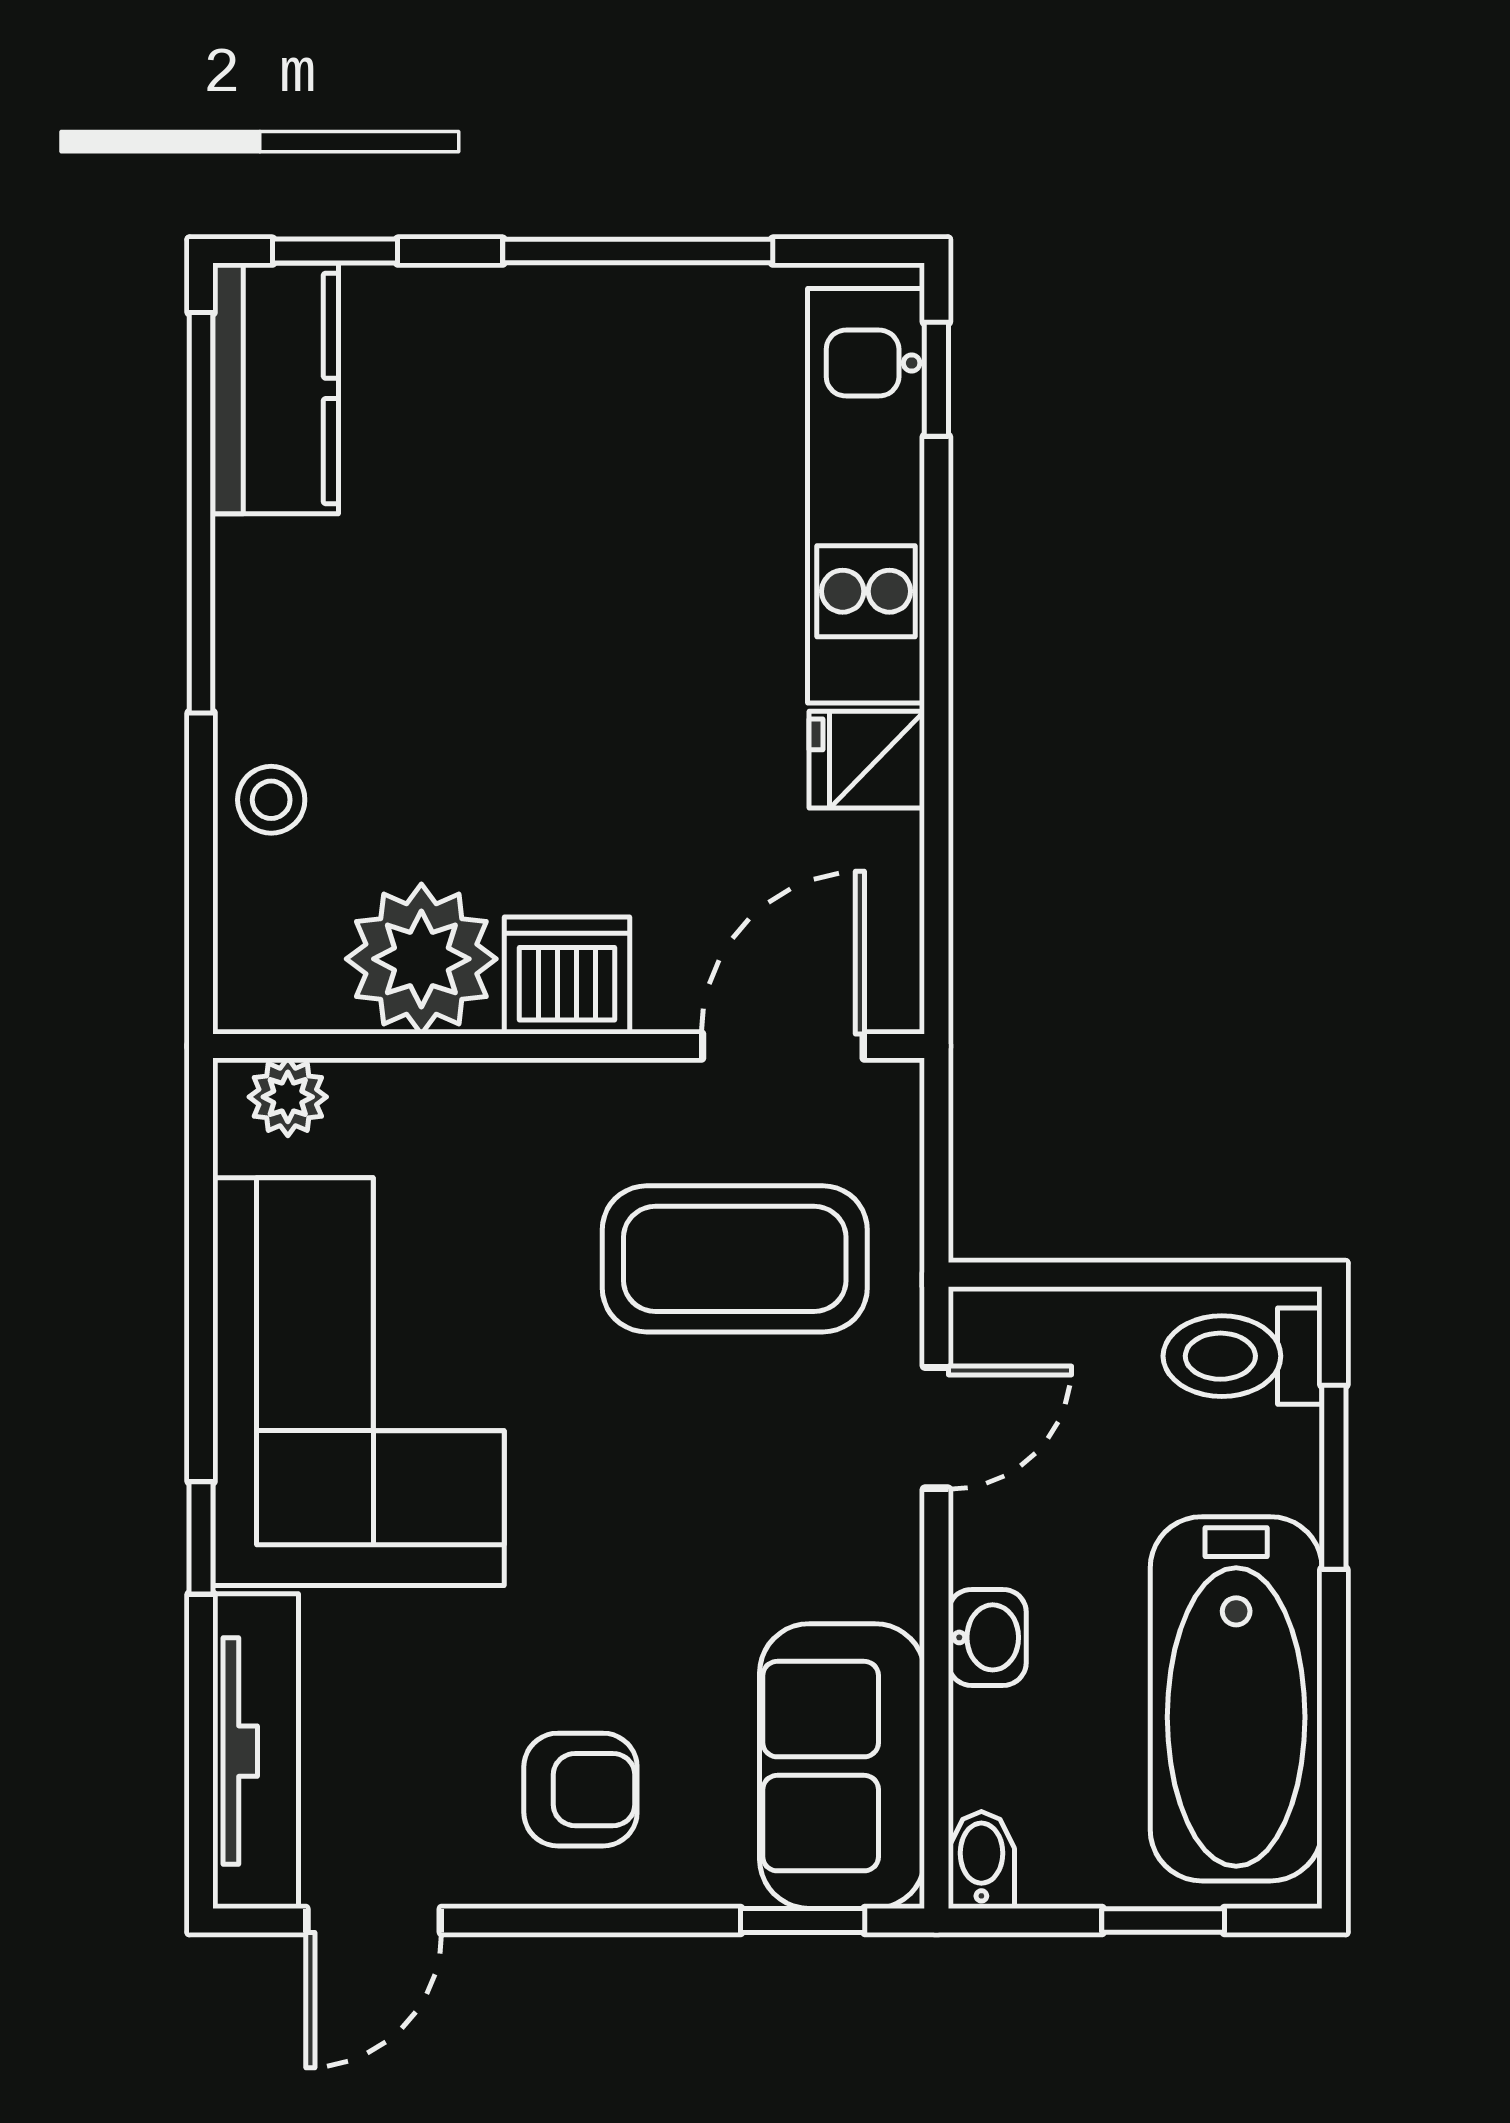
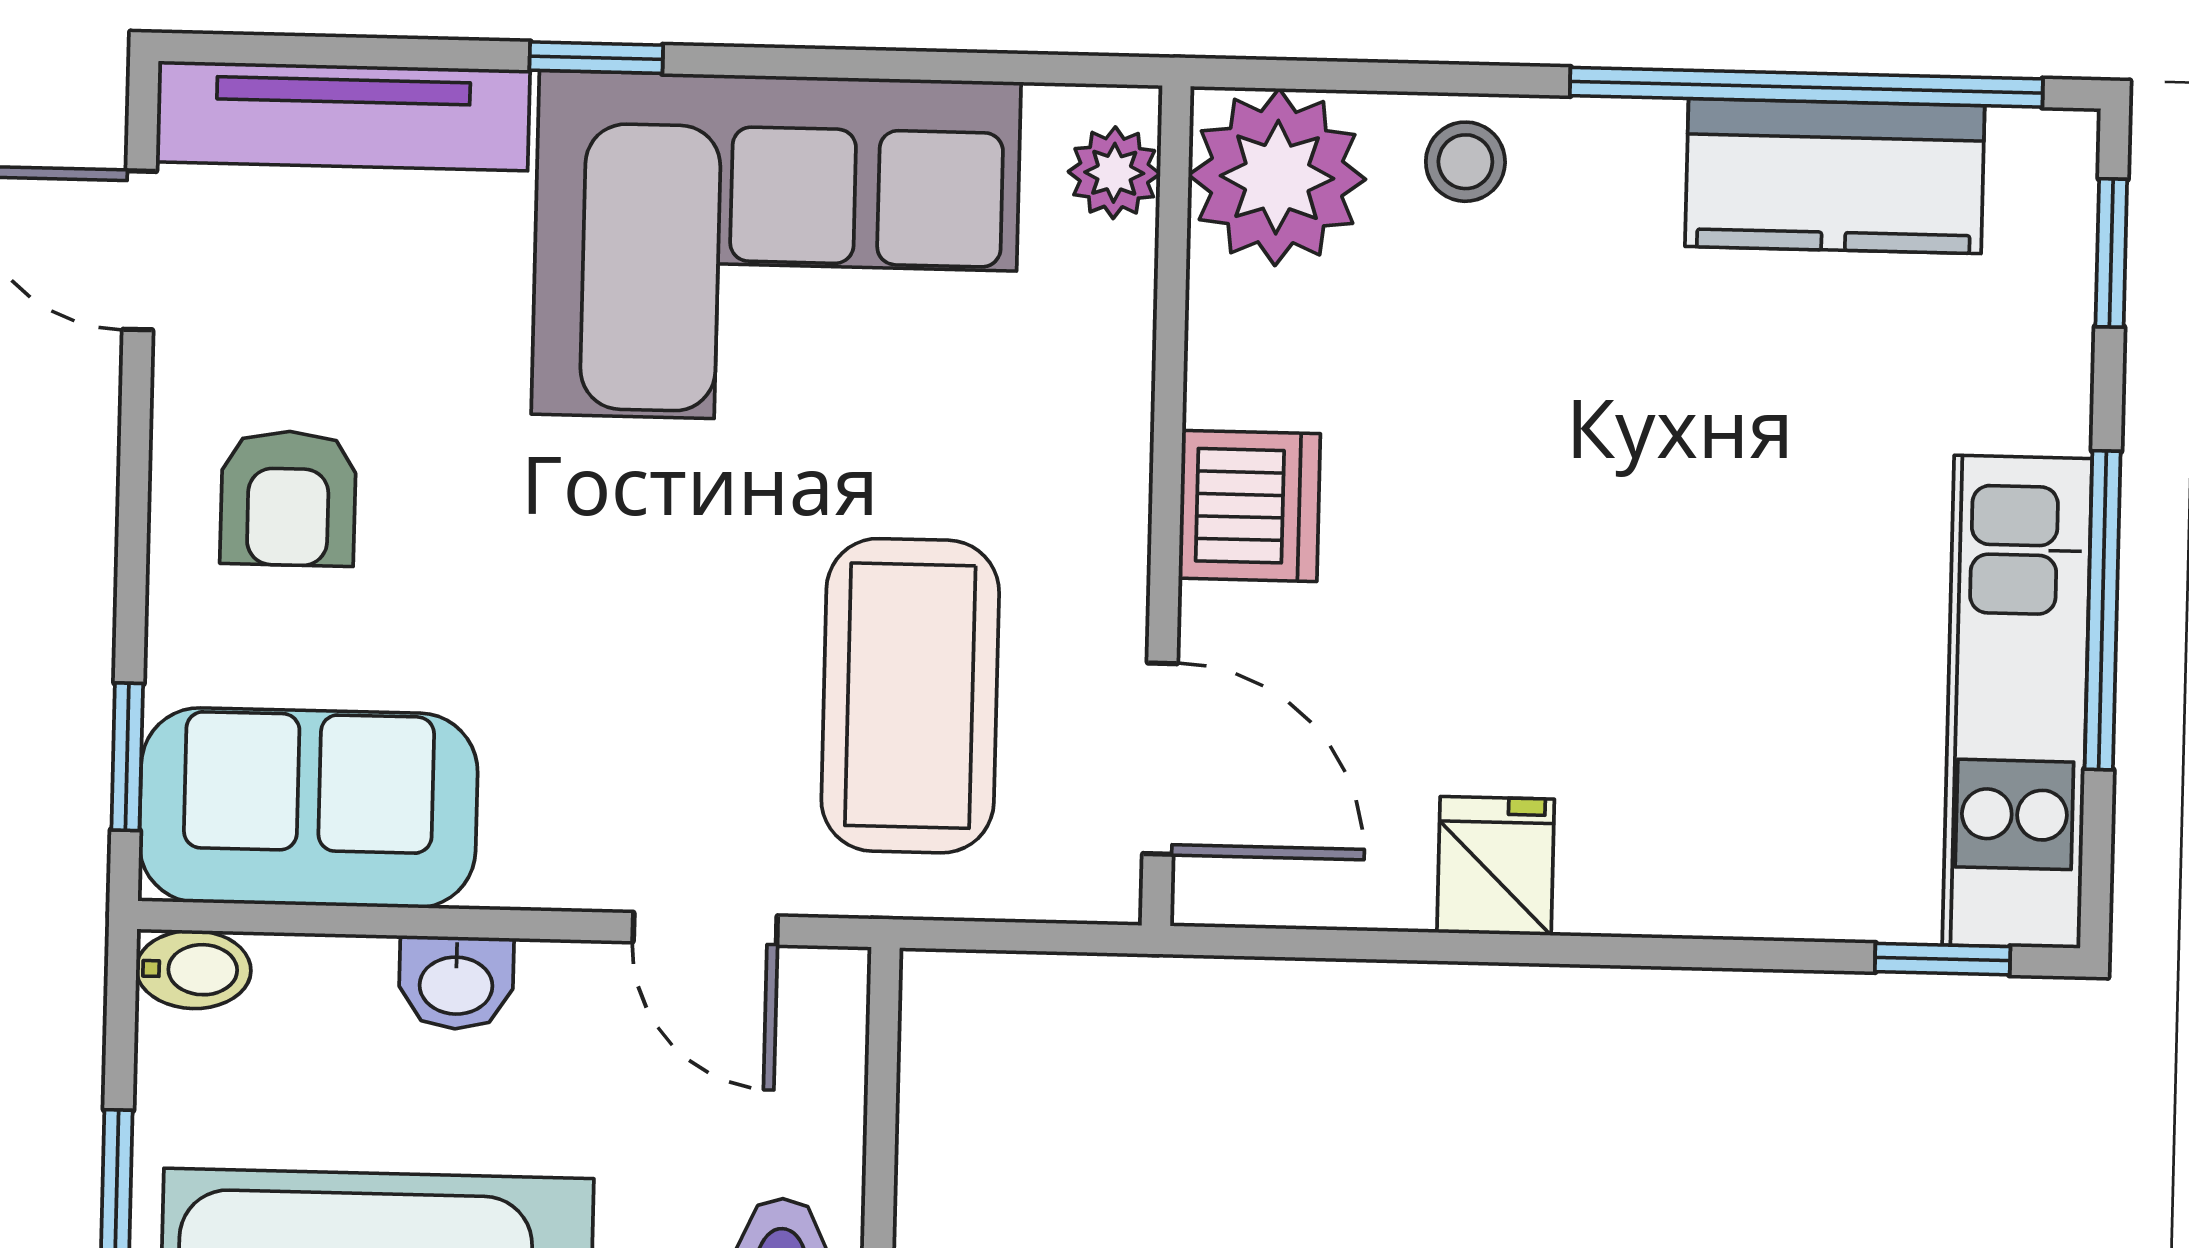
kitchen counter: (276, 388) -> (1835, 176), moved
kitchen unit: (866, 496) -> (2017, 702), moved, turned -90
plant: (421, 959) -> (1277, 177), moved

